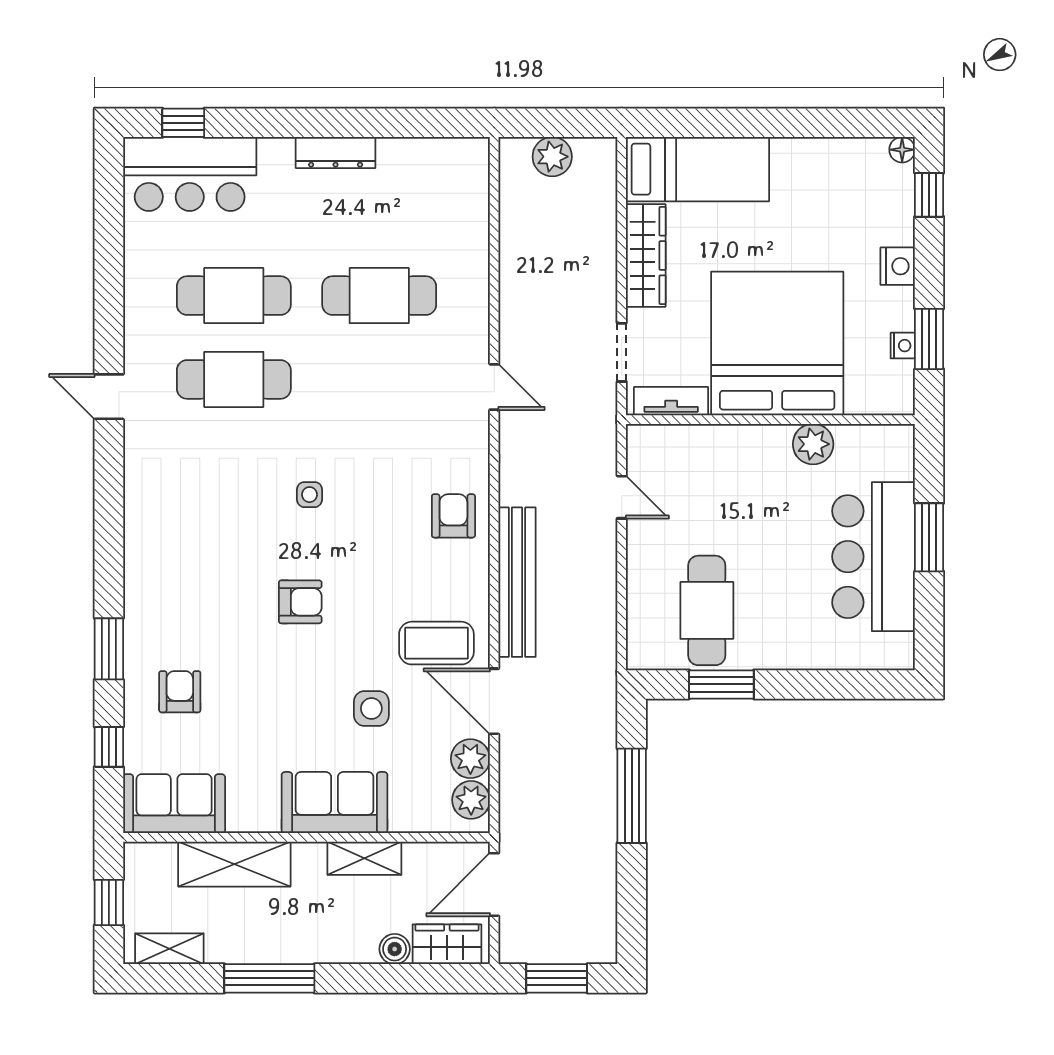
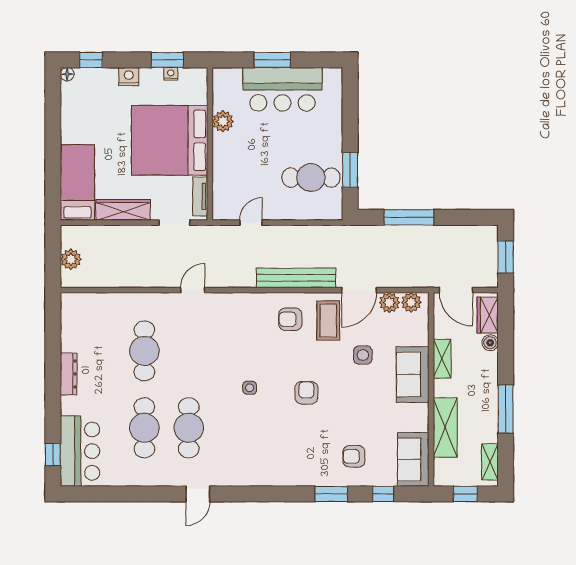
armchair: (453, 516) -> (290, 319), moved

